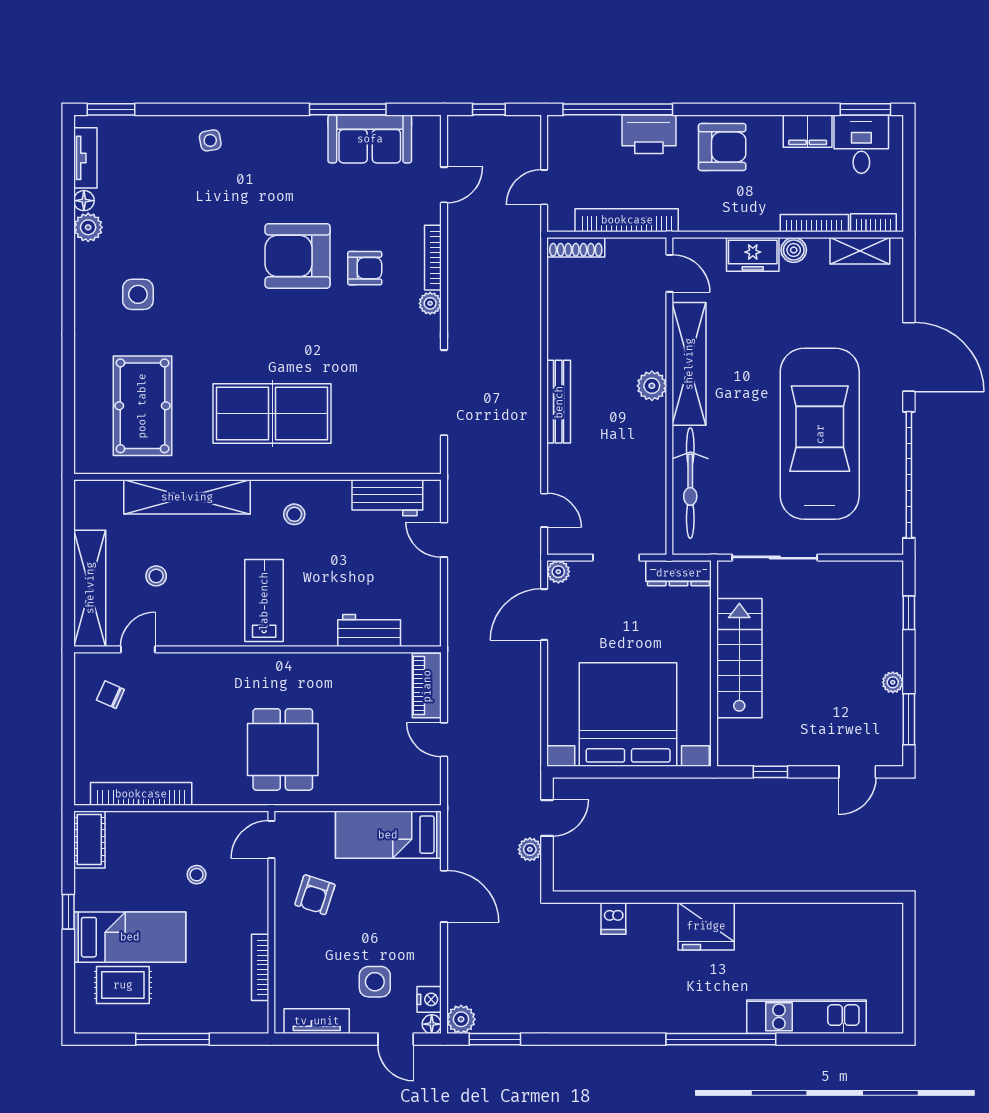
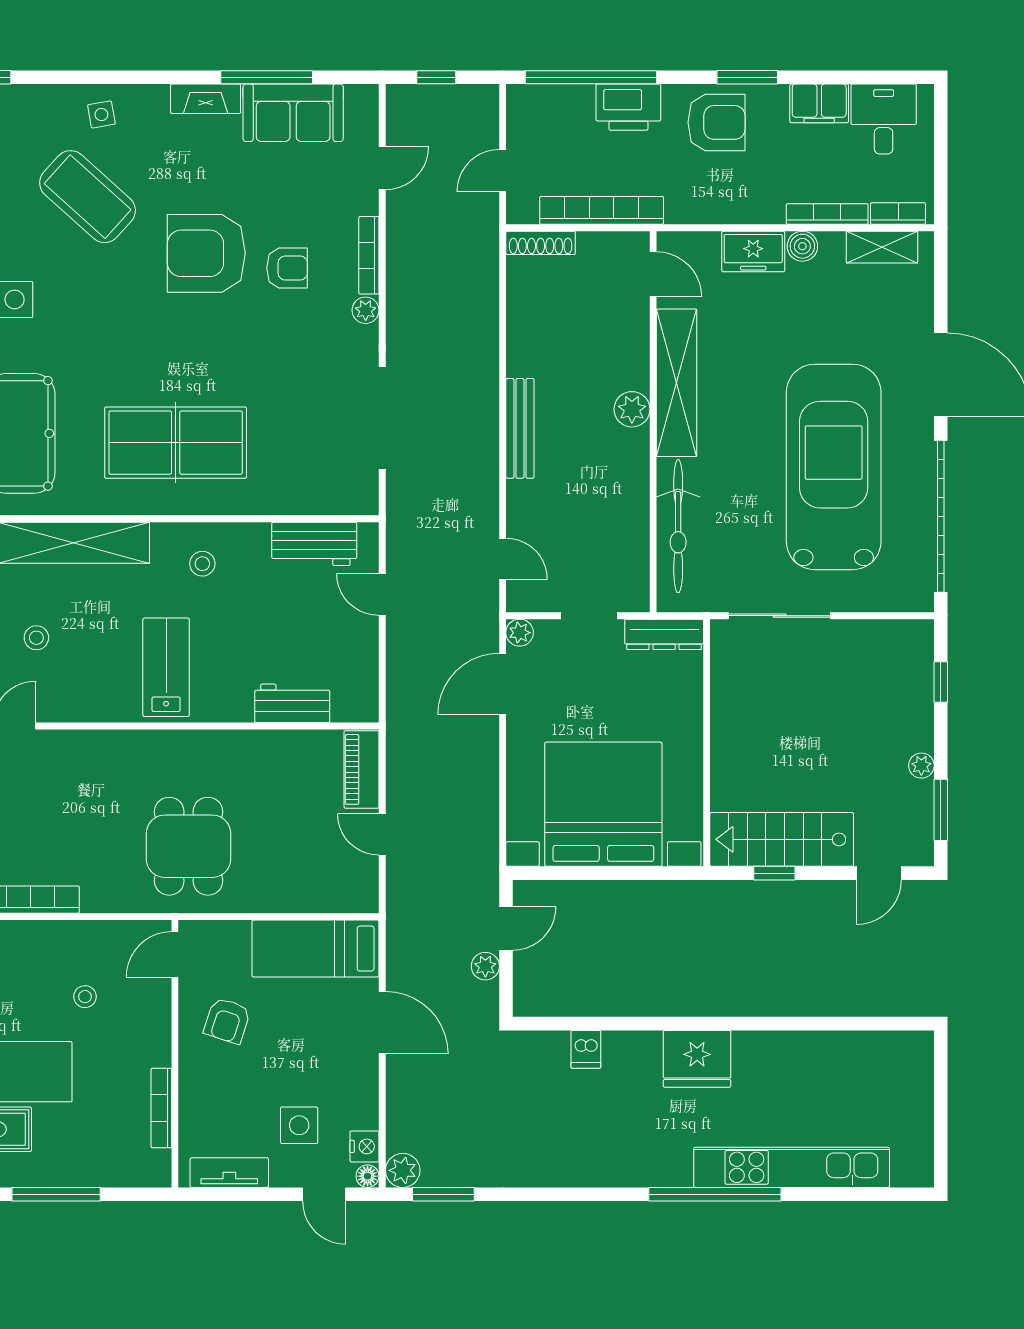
window: (865, 109) -> (747, 77), moved
fireplace: (297, 127) -> (206, 99), added
coffee table: (199, 209) -> (88, 197), added
stairs: (739, 658) -> (782, 839), moved, turned -90
kitchen unit: (806, 1017) -> (792, 1167), width x1.36

